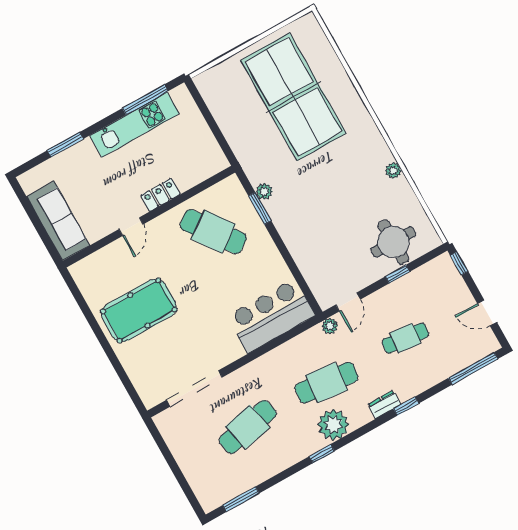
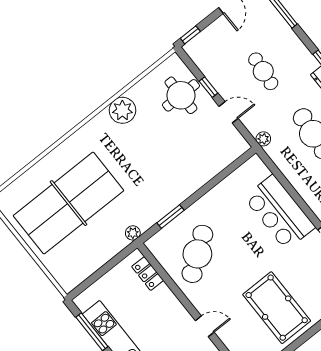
plant: (393, 170) -> (122, 110), width x1.88, depth x1.88
plant: (264, 191) -> (133, 233), moved
locker: (160, 195) -> (148, 274), moved
door: (348, 302) -> (229, 112), moved
bar counter: (271, 316) -> (279, 212), moved

